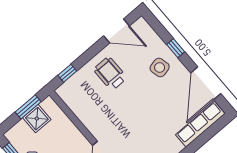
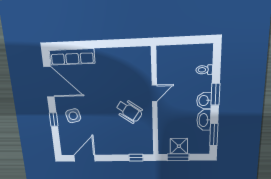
door: (117, 31) -> (85, 158), hinge flipped
wheelchair: (110, 74) -> (129, 111), moved, turned -55
door: (206, 83) -> (49, 82), hinge flipped

